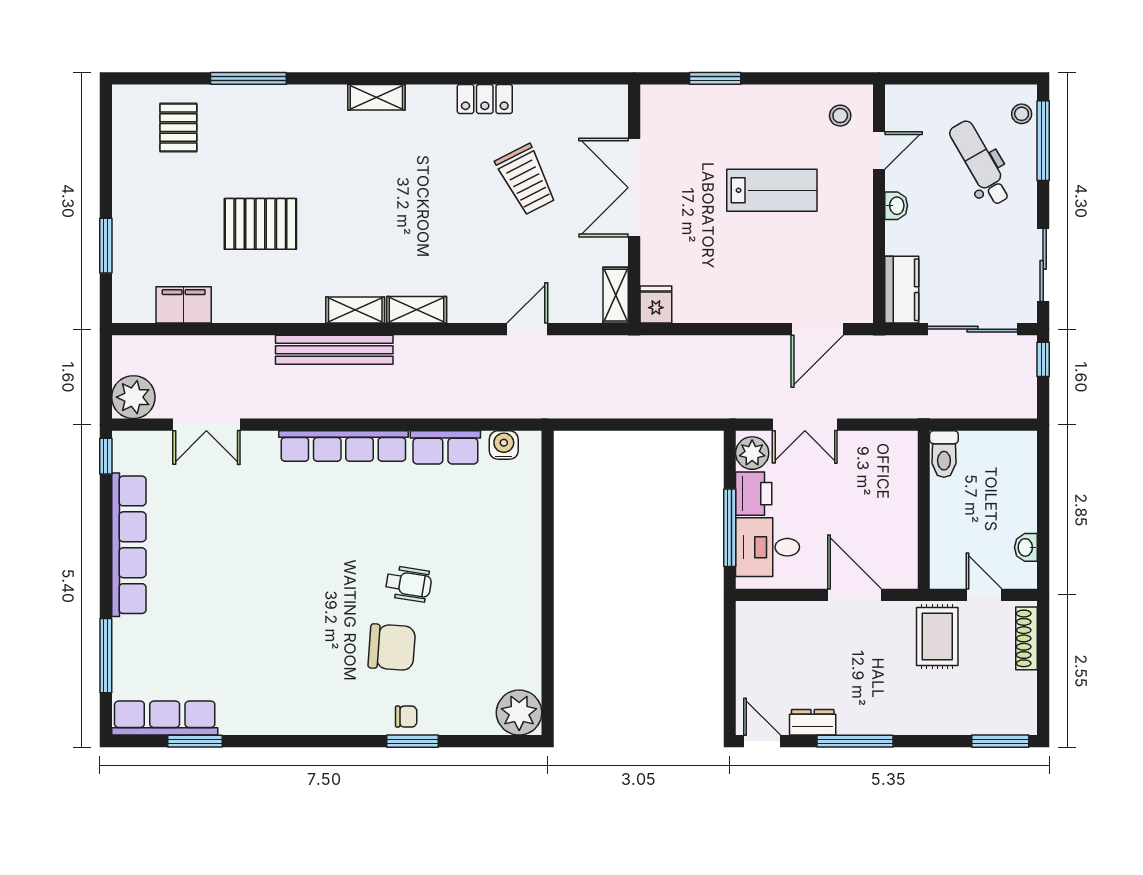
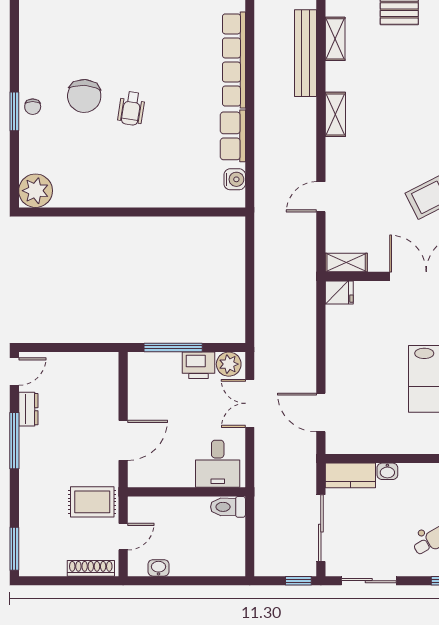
washbasin: (896, 206) -> (387, 471), moved
shelving: (355, 310) -> (335, 39), moved
door: (527, 329) -> (321, 197), swing flipped
desk: (768, 547) -> (218, 464), moved, turned 180

